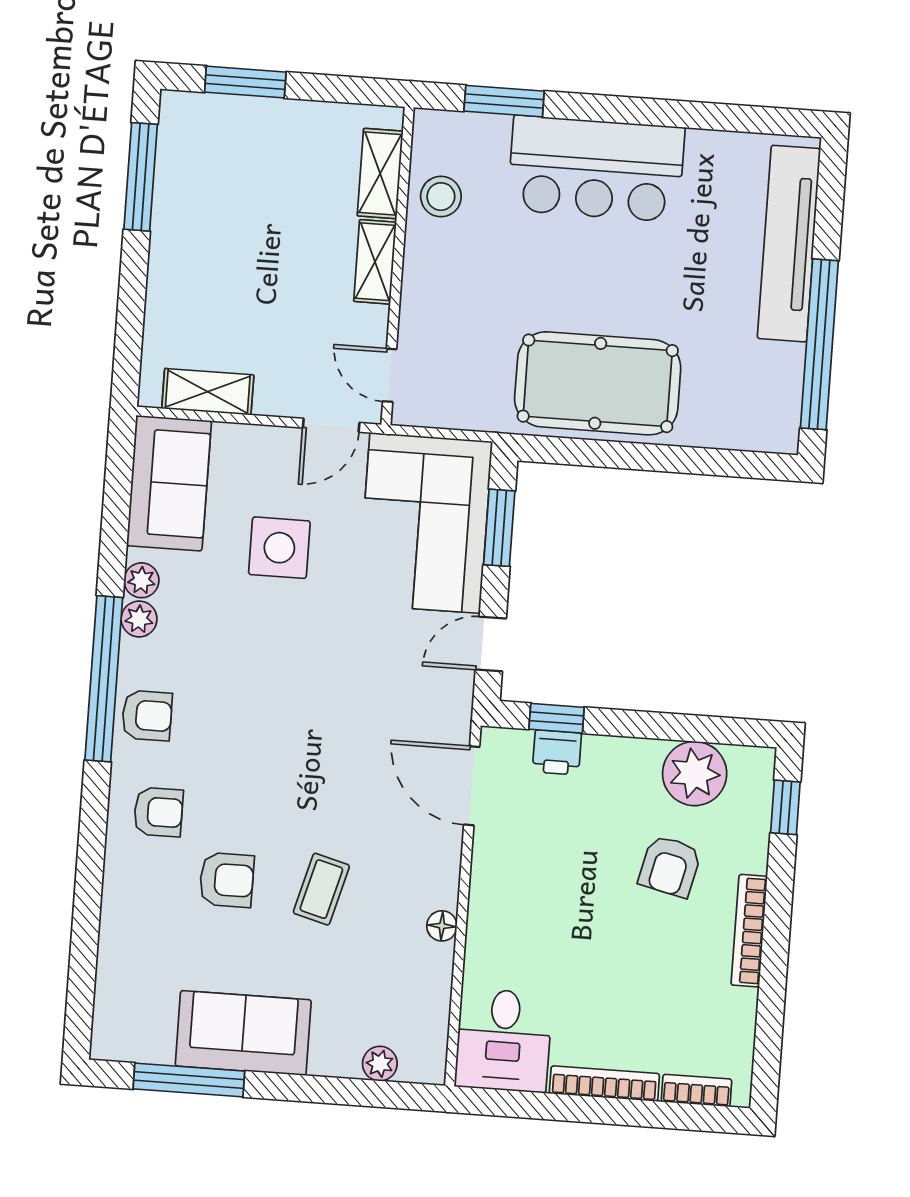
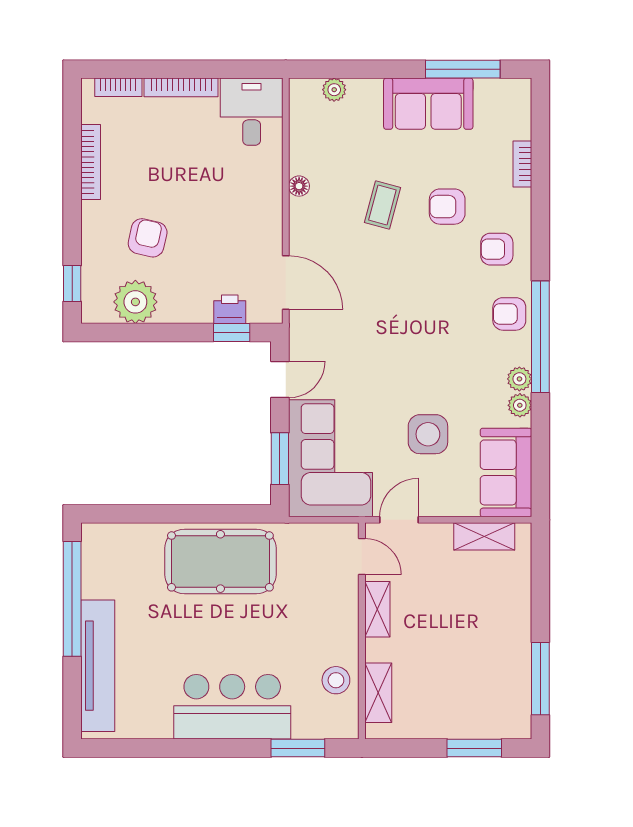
shelving: (375, 262) -> (377, 609), moved
bookcase: (749, 931) -> (91, 162), moved
bookcase: (112, 934) -> (522, 164), added

